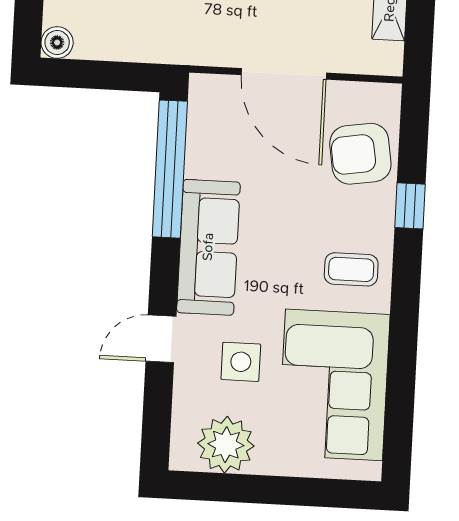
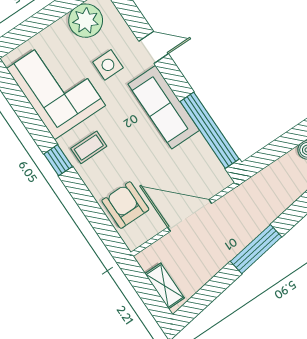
armchair: (360, 154) -> (125, 205), turned -81
window: (410, 206) -> (58, 160), moved
door: (161, 339) -> (154, 47), hinge flipped

